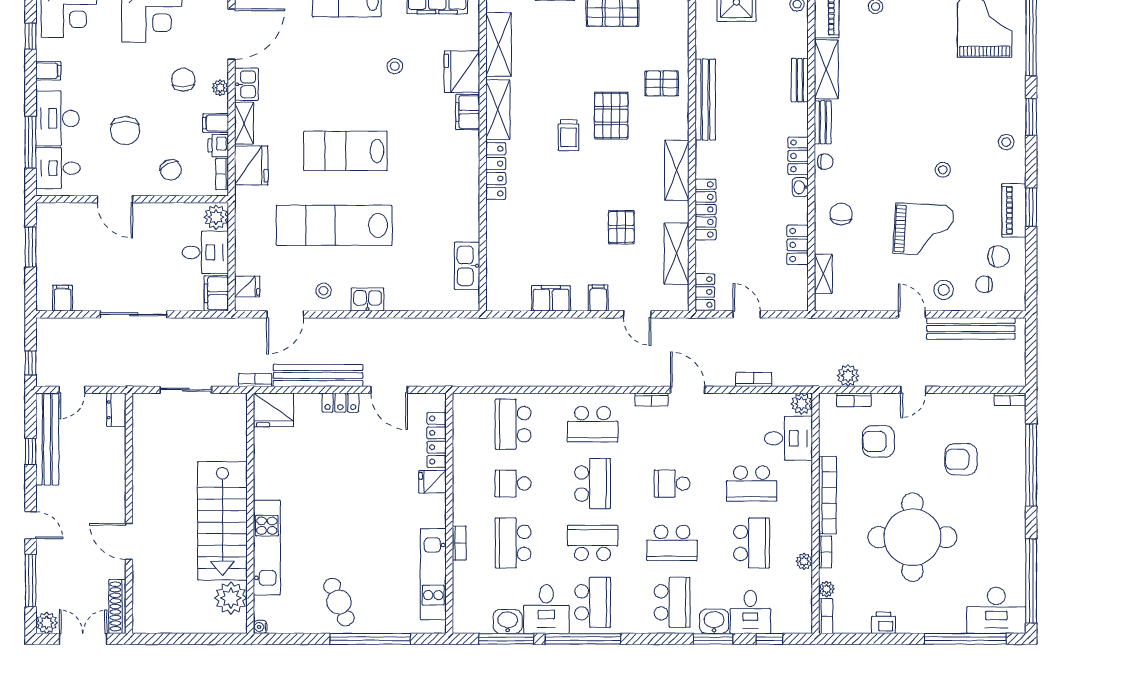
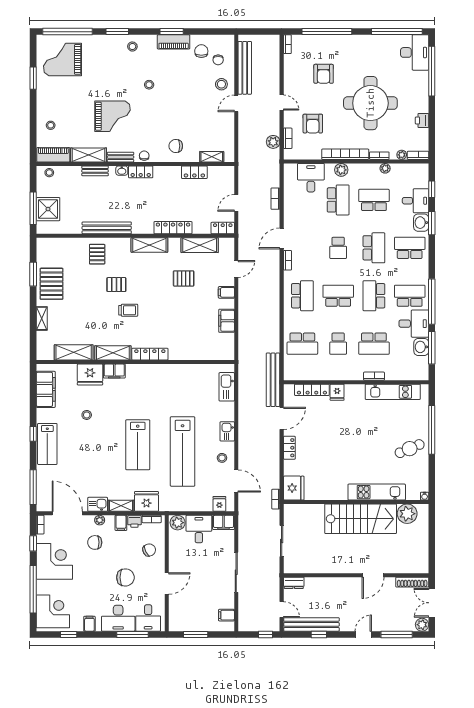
pallet: (611, 116) -> (116, 285), width x0.67, depth x0.71
washbasin: (800, 187) -> (122, 171), moved
grand piano: (924, 230) -> (112, 116), moved, turned 87
kitchen sink: (467, 266) -> (227, 387), moved, turned 90
bench: (318, 375) -> (273, 380), moved
plant: (802, 404) -> (341, 170), moved

